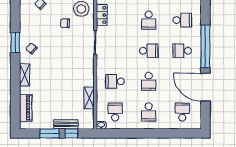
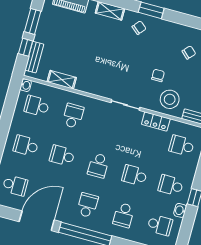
school desk: (115, 112) -> (37, 106), turned 180
bench: (66, 124) -> (34, 57), moved

